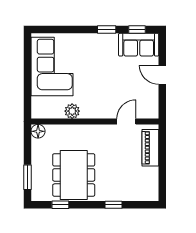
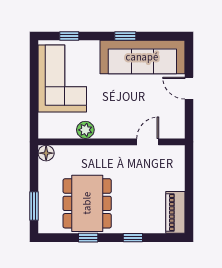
window: (137, 30) -> (69, 36), moved
sofa: (139, 45) -> (142, 57), width x1.85, depth x1.27
piano: (150, 148) -> (175, 212), moved
window: (60, 205) -> (88, 238), moved

